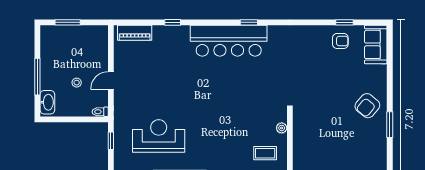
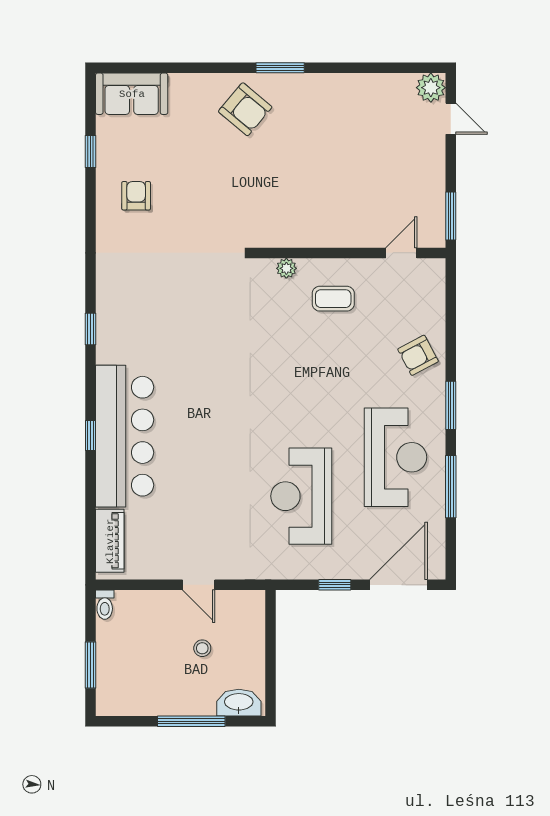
window: (173, 22) -> (91, 435), moved
bar counter: (229, 41) -> (125, 436), moved
armchair: (340, 41) -> (136, 196), moved
toilet: (100, 112) -> (105, 605), moved
window: (111, 141) -> (335, 585), moved
coffee table: (265, 153) -> (333, 299), turned 90

